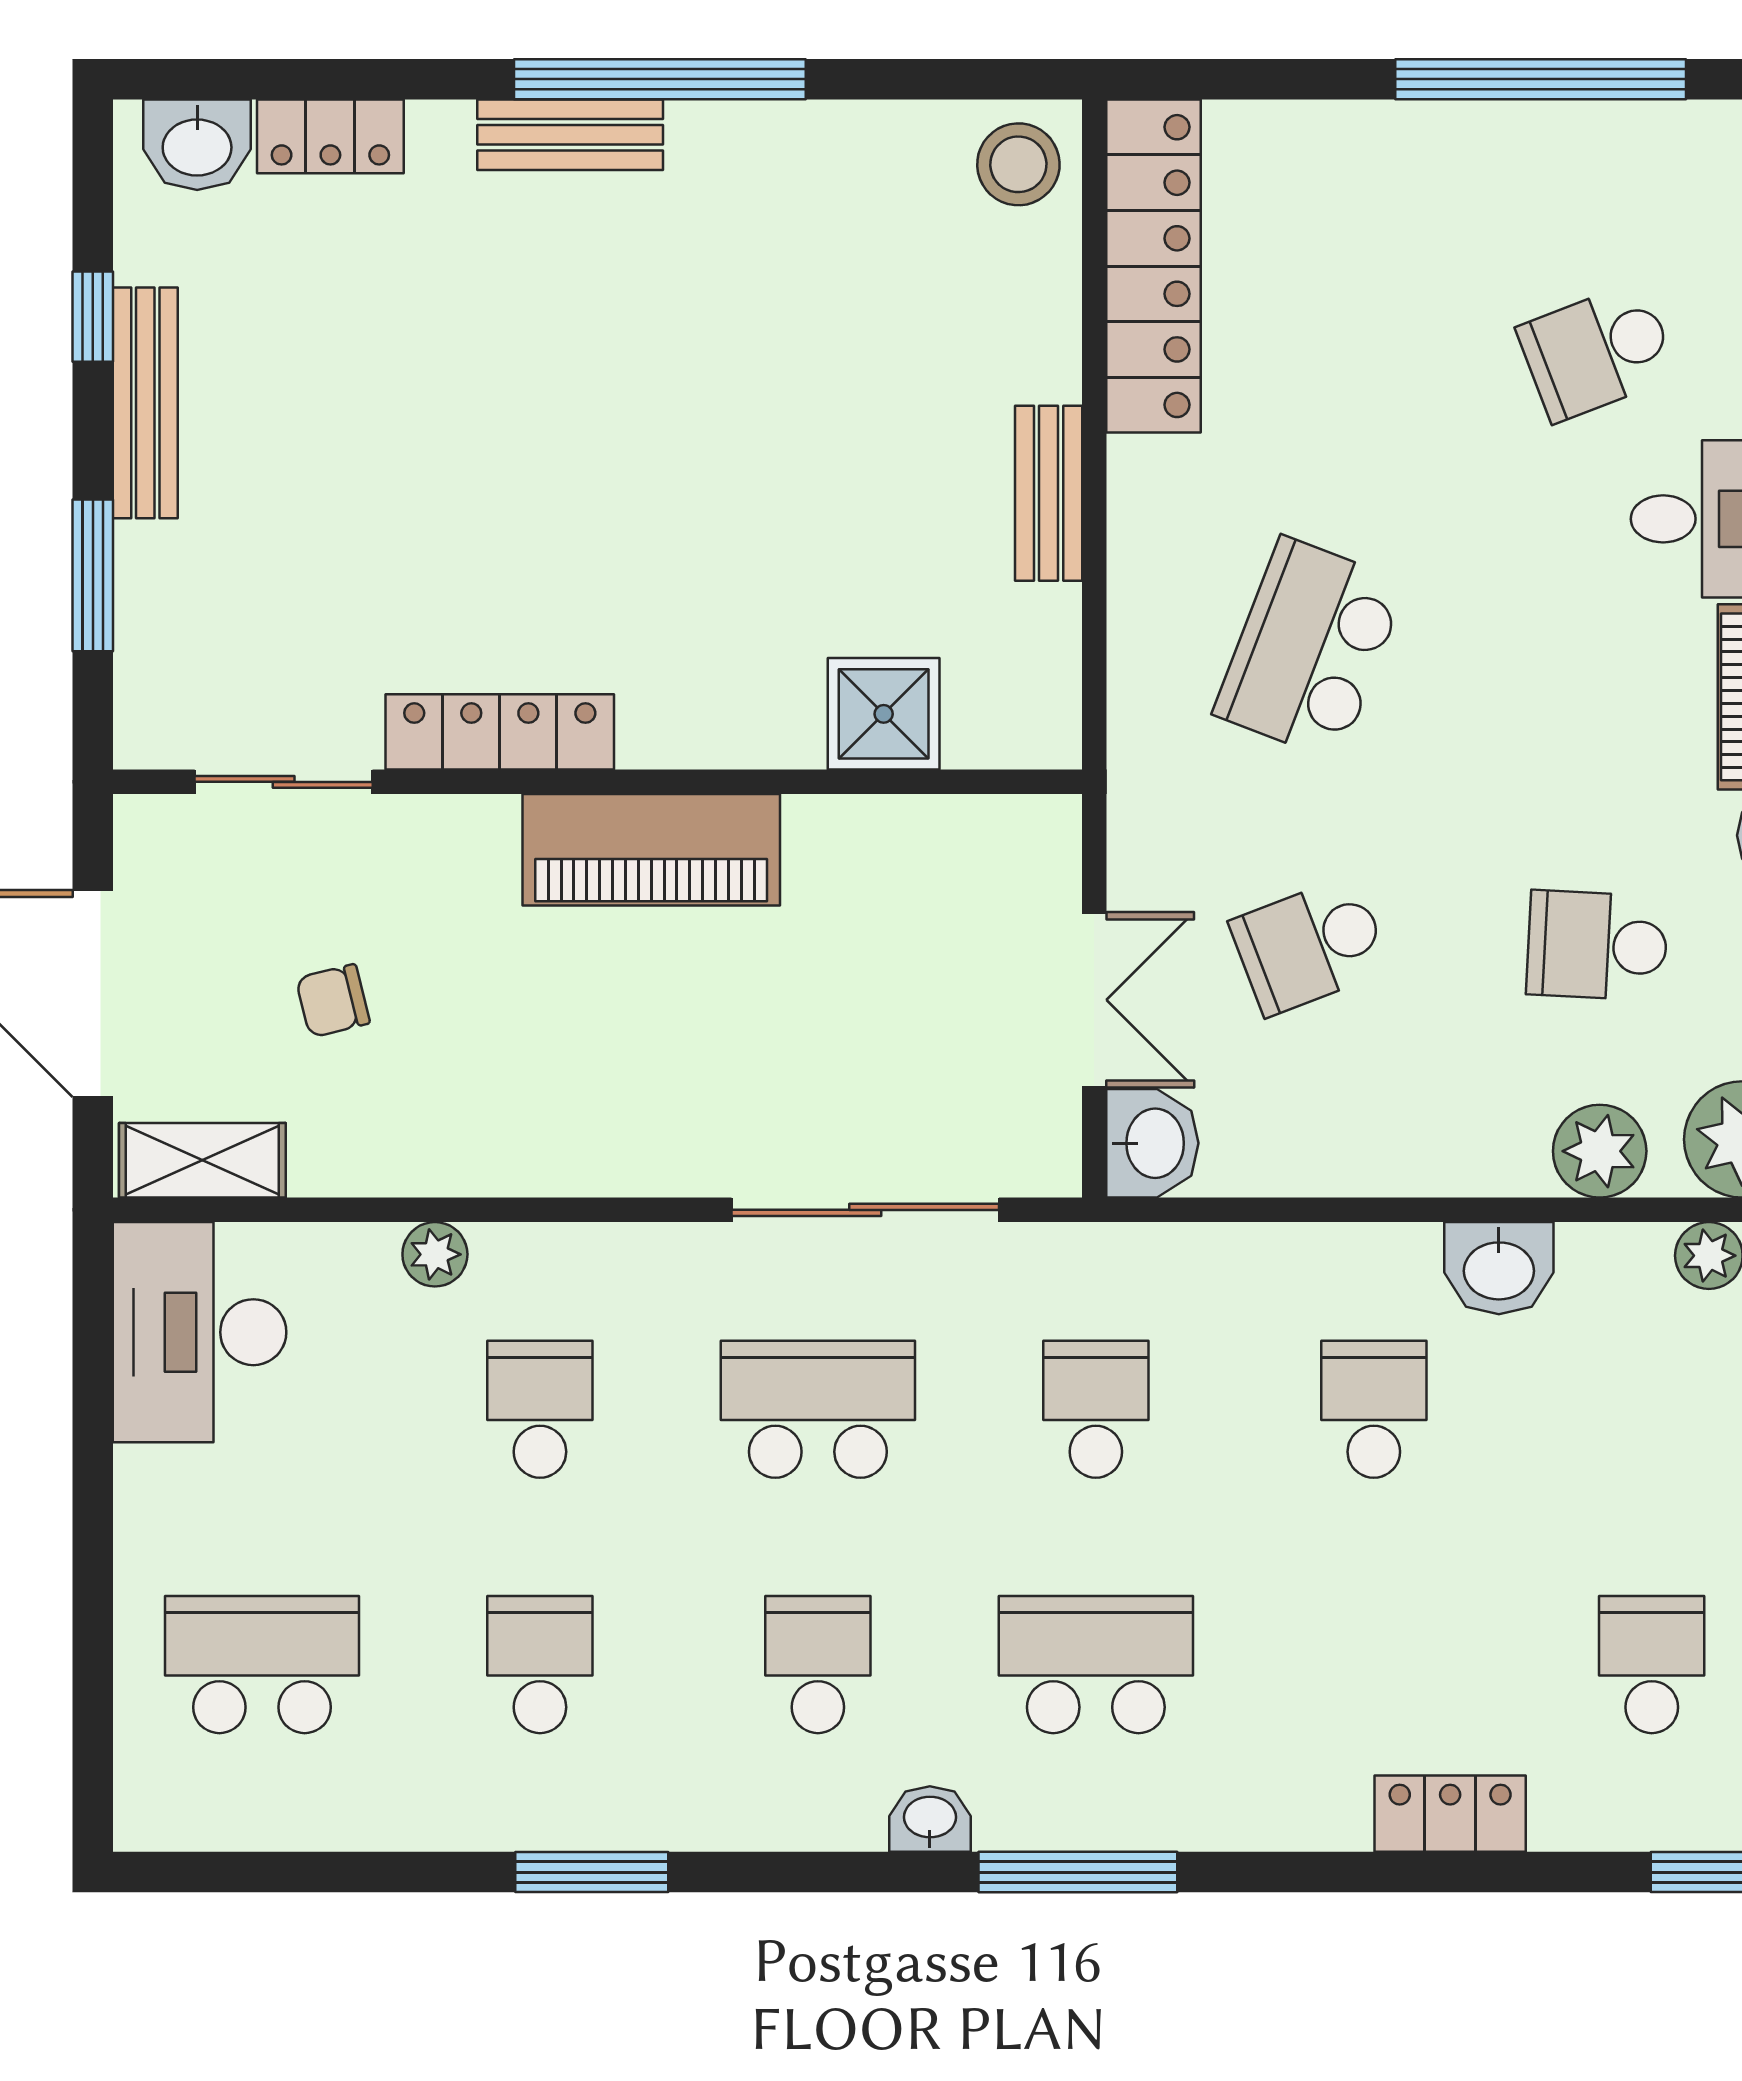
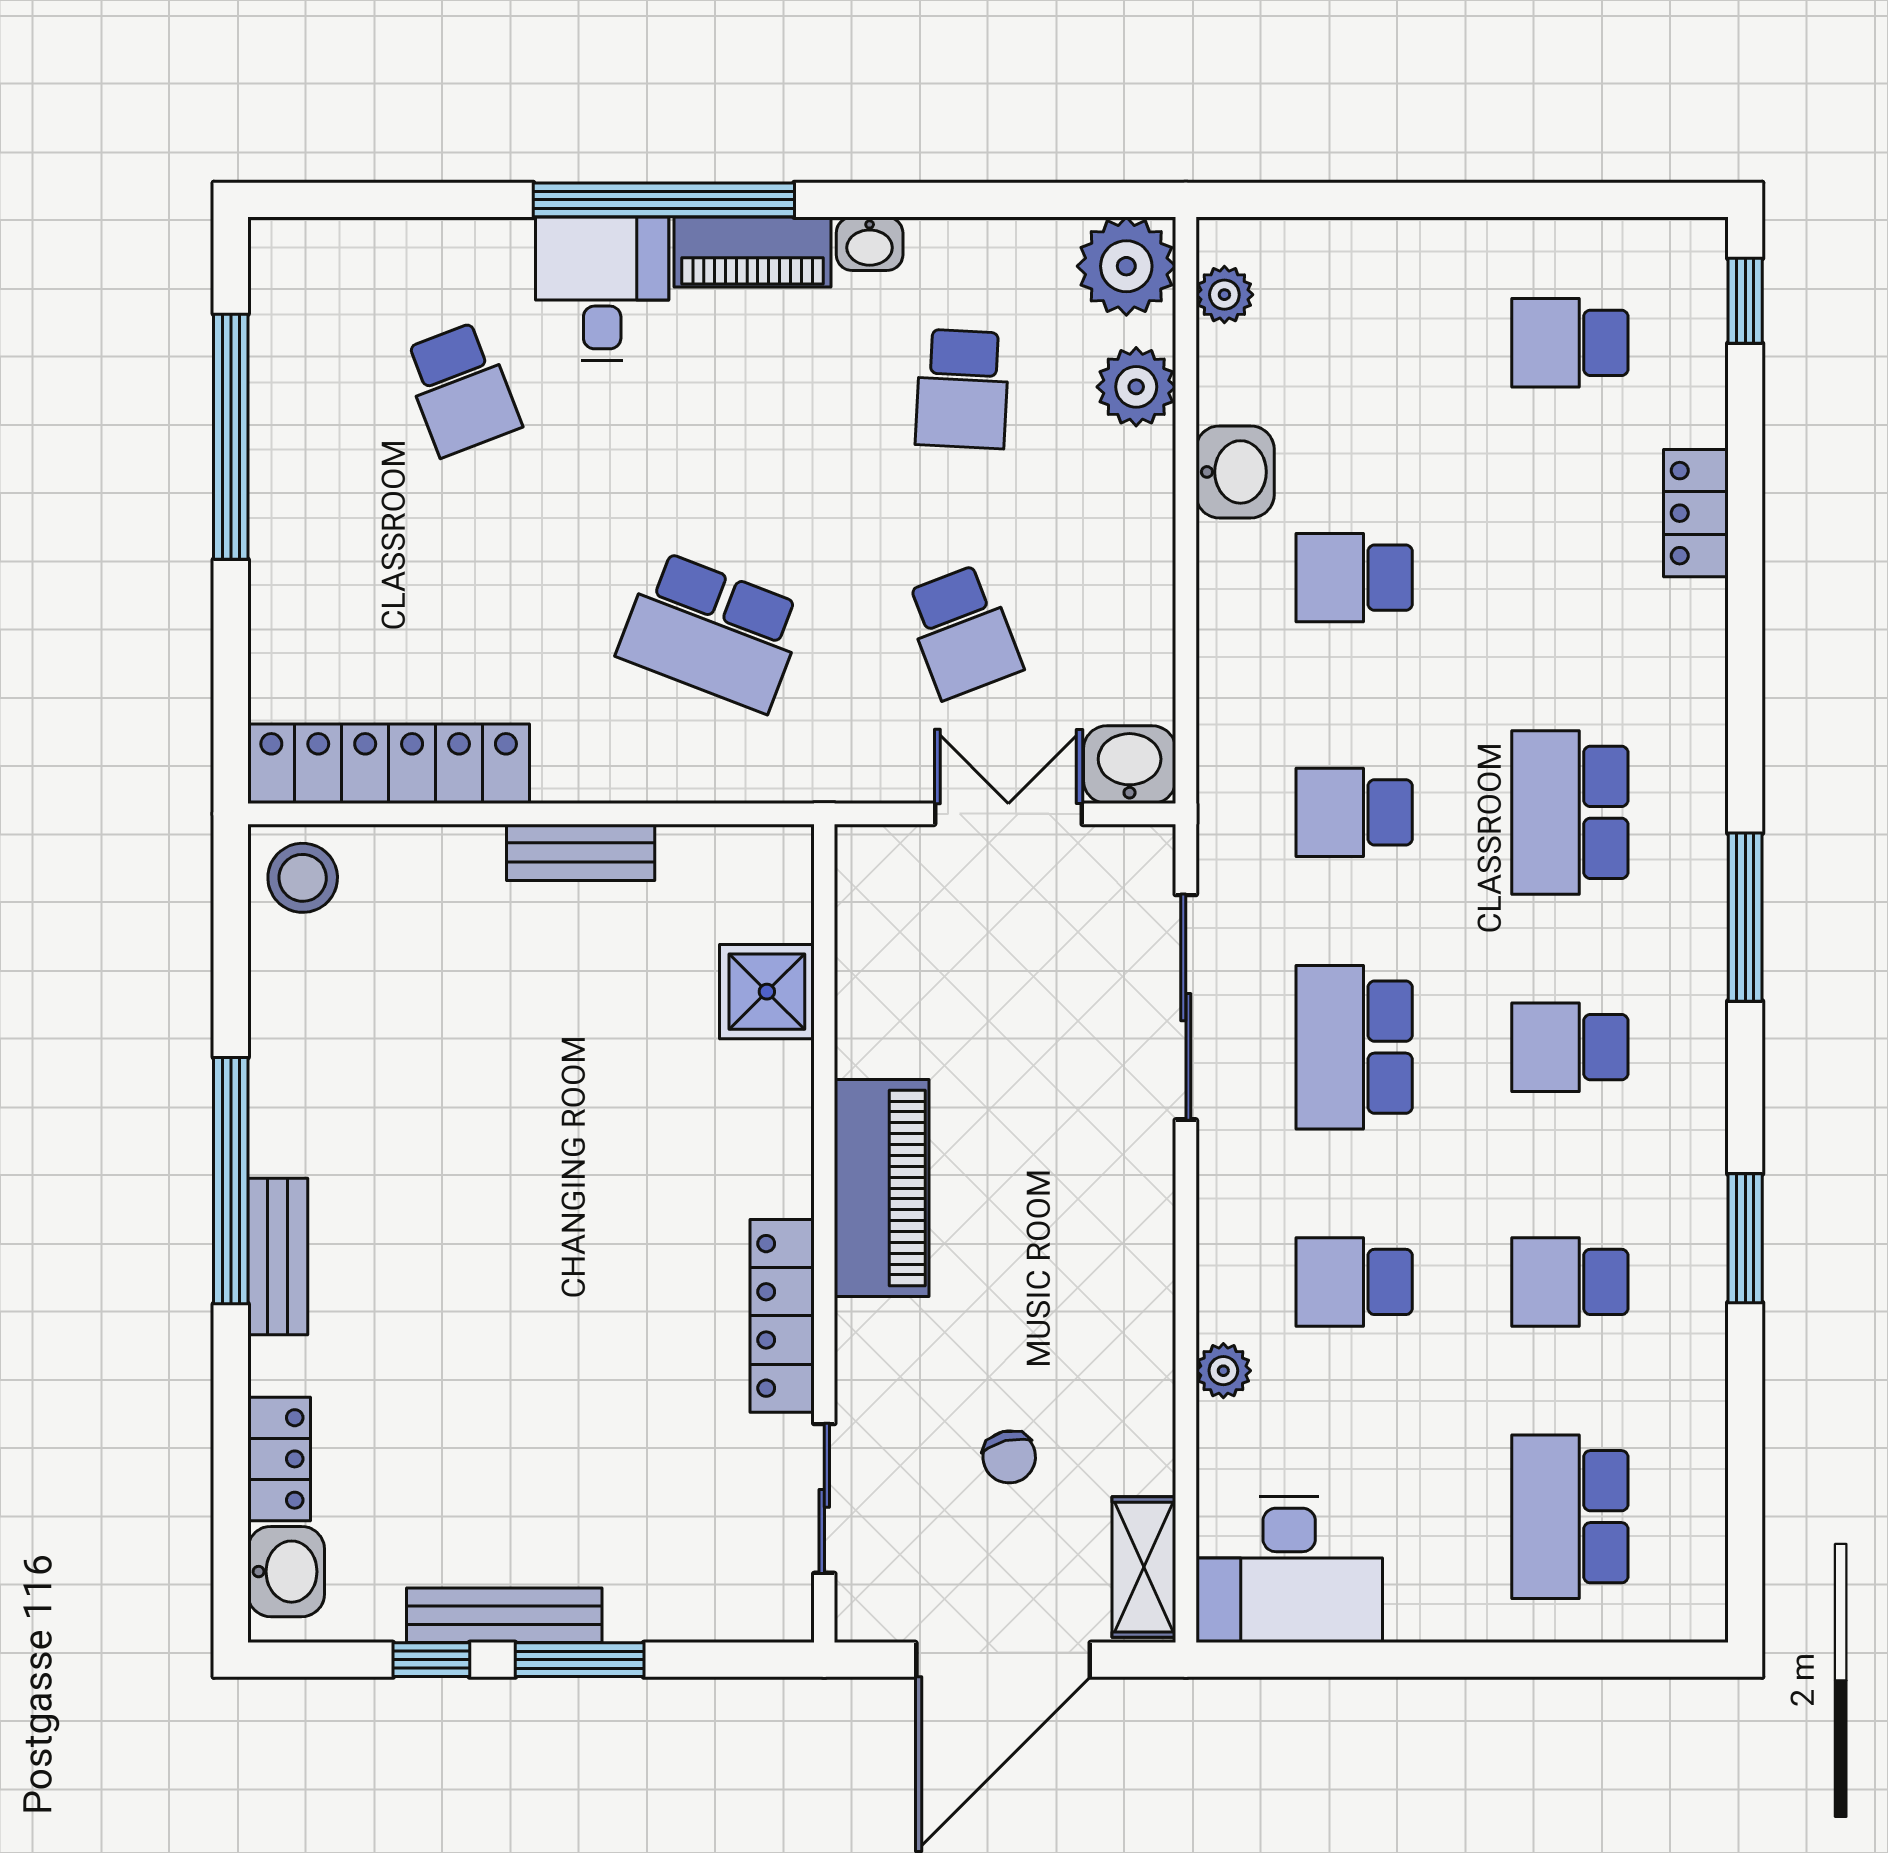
window: (93, 575) -> (580, 1660), moved
washbasin: (930, 1819) -> (1700, 952), removed
window: (1078, 1872) -> (1745, 917), moved

